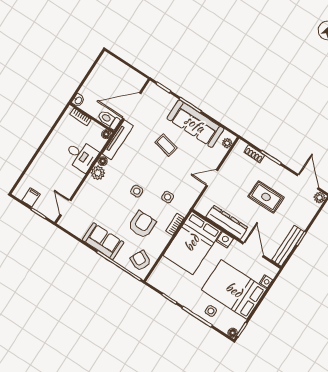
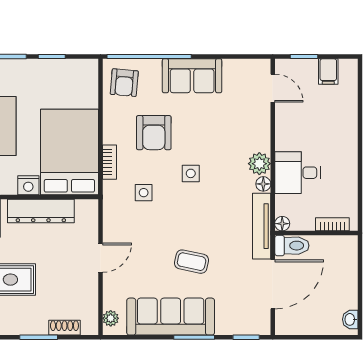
washbasin: (78, 100) -> (350, 319), moved
armchair: (140, 261) -> (124, 83), turned 68

